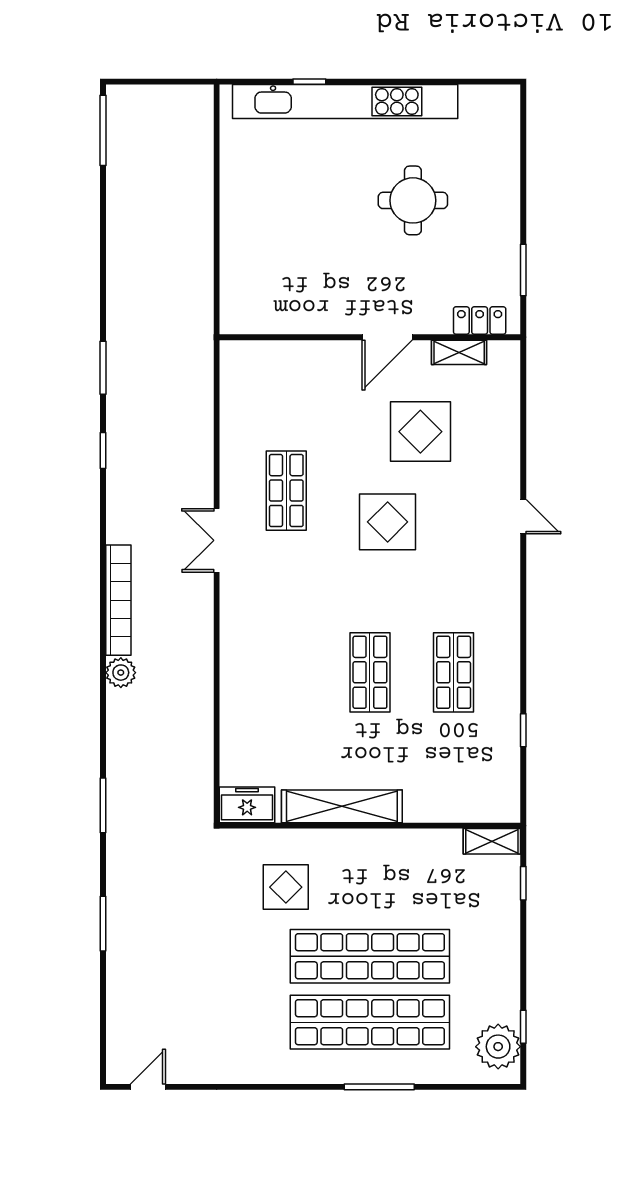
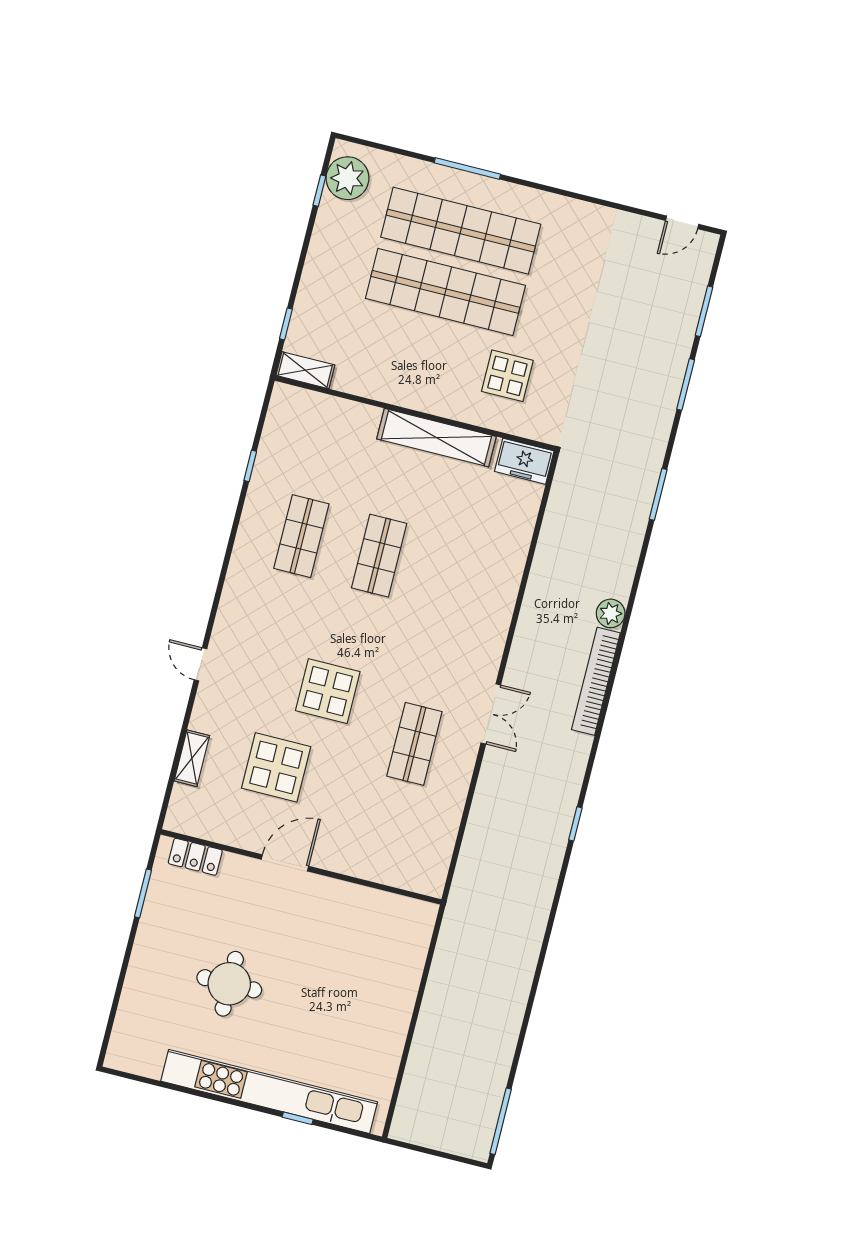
shelving: (459, 352) -> (192, 758), moved, turned 90
window: (103, 368) -> (704, 311), moved

